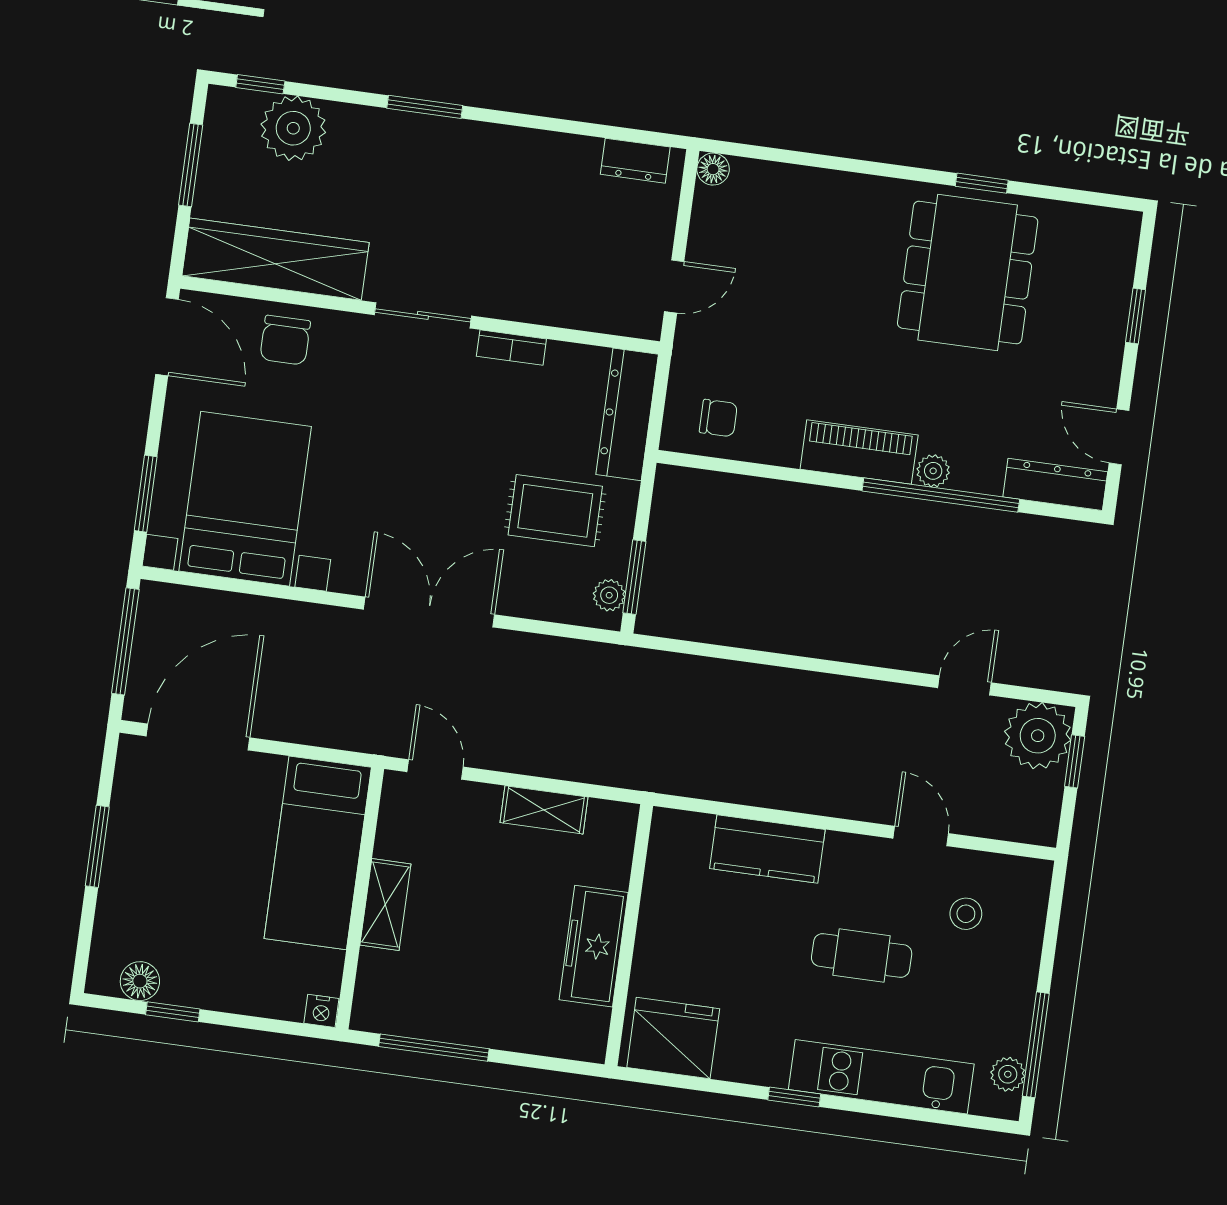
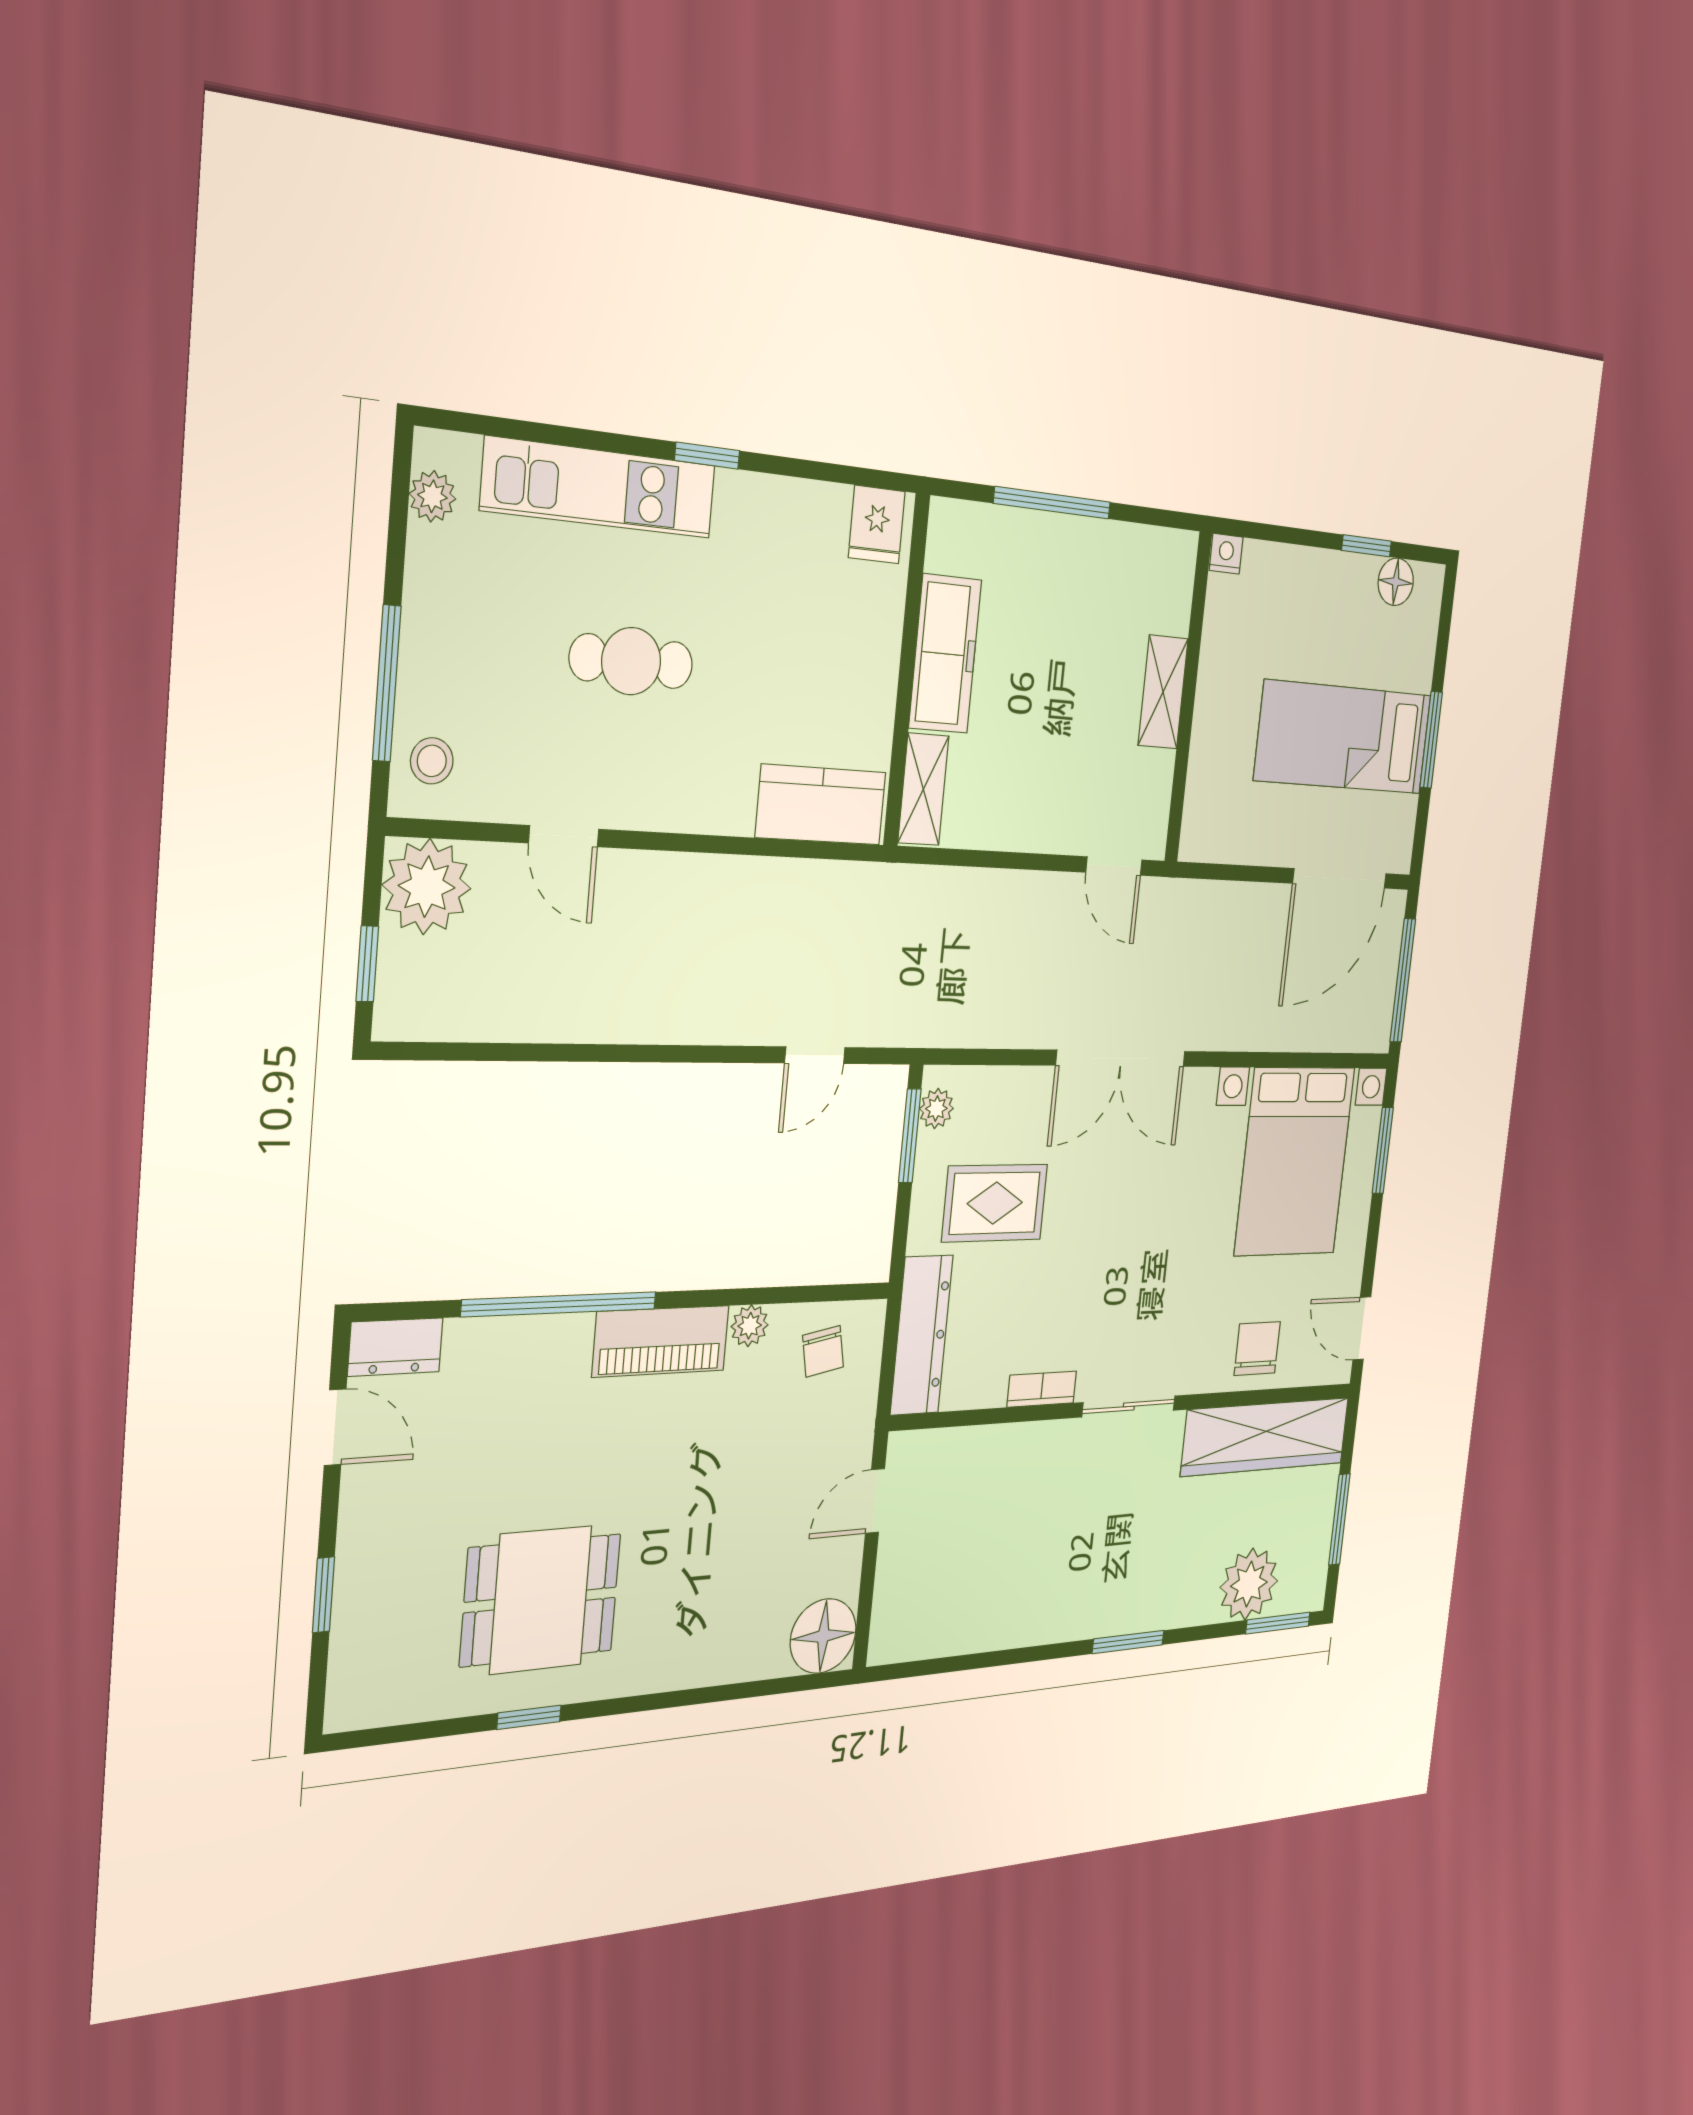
window: (260, 84) -> (1278, 1623), width x1.50
dresser: (635, 161) -> (919, 1639), removed
floor lamp: (713, 169) -> (823, 1636), width x1.89, depth x1.89
dining table: (968, 273) -> (541, 1600), width x0.73
door: (167, 337) -> (1362, 1328), width x0.73
chair: (718, 418) -> (823, 1351), turned -101
plant: (933, 471) -> (750, 1326), moved
dresser: (1055, 484) -> (395, 1347), width x0.70
door: (965, 685) -> (815, 1055), moved
plant: (1038, 736) -> (427, 887), moved
shelving: (544, 810) -> (923, 789), moved, turned 90
kitchen counter: (767, 849) -> (821, 805), moved
bed: (318, 853) -> (1343, 737), moved, turned -90
stool: (966, 914) -> (432, 761), moved
fridge: (673, 1038) -> (877, 525), width x0.53, depth x0.75
window: (1036, 1045) -> (387, 683), moved
window: (434, 1048) -> (1052, 503), moved

